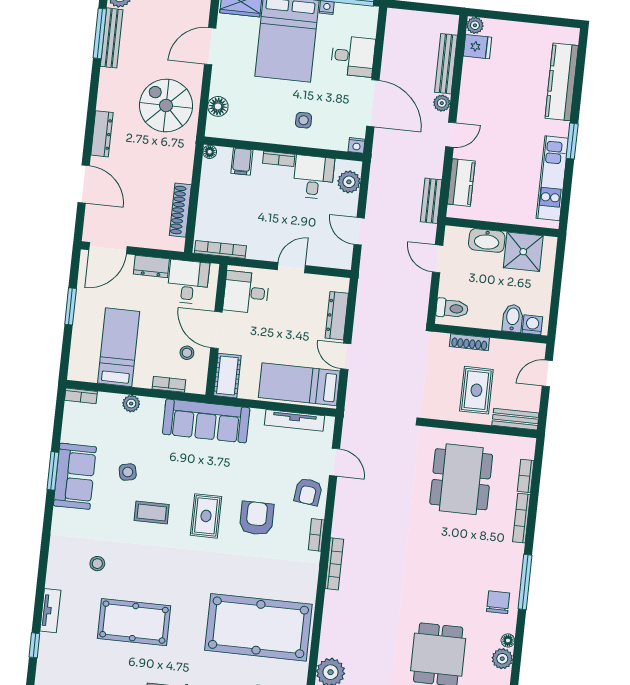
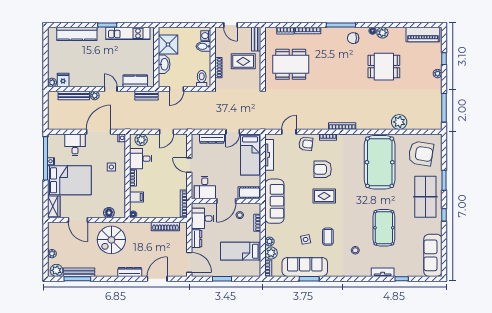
plant: (109, 404) -> (271, 253), added
sofa: (75, 476) -> (305, 267), width x1.36
coffee table: (152, 512) -> (328, 237), moved

